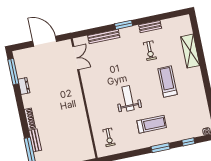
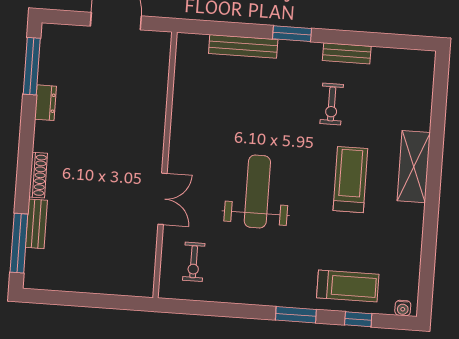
shelving: (190, 51) -> (414, 167), moved
double door: (76, 58) -> (163, 199), moved
weight bench: (128, 98) -> (257, 192), width x1.36, depth x1.33
treadmill: (152, 124) -> (348, 286), moved

